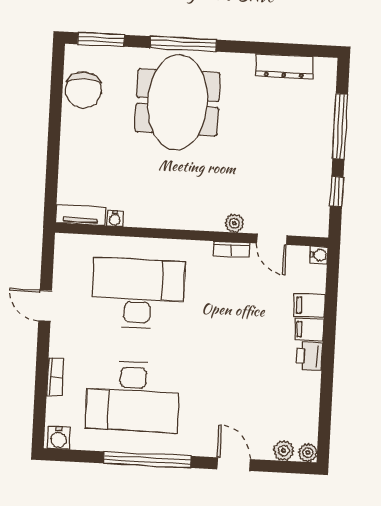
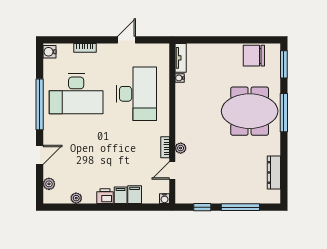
desk: (132, 396) -> (76, 94), turned -90
plant: (308, 453) -> (76, 198), moved

